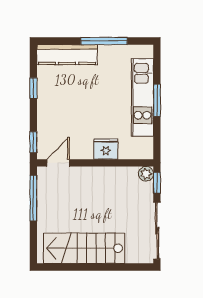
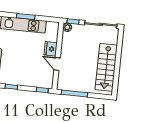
door: (58, 163) -> (57, 64), moved

